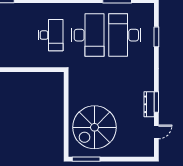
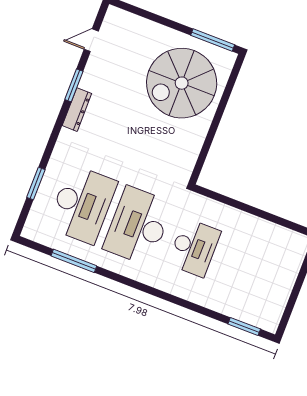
desk: (51, 35) -> (194, 248), turned 180
dresser: (149, 104) -> (77, 110), moved
spiral stairs: (95, 127) -> (182, 83), turned 180

